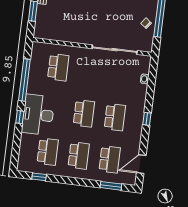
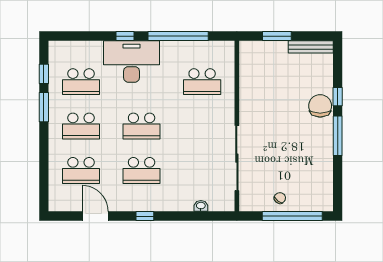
door: (141, 164) -> (95, 216), moved
window: (111, 186) -> (44, 107), moved

